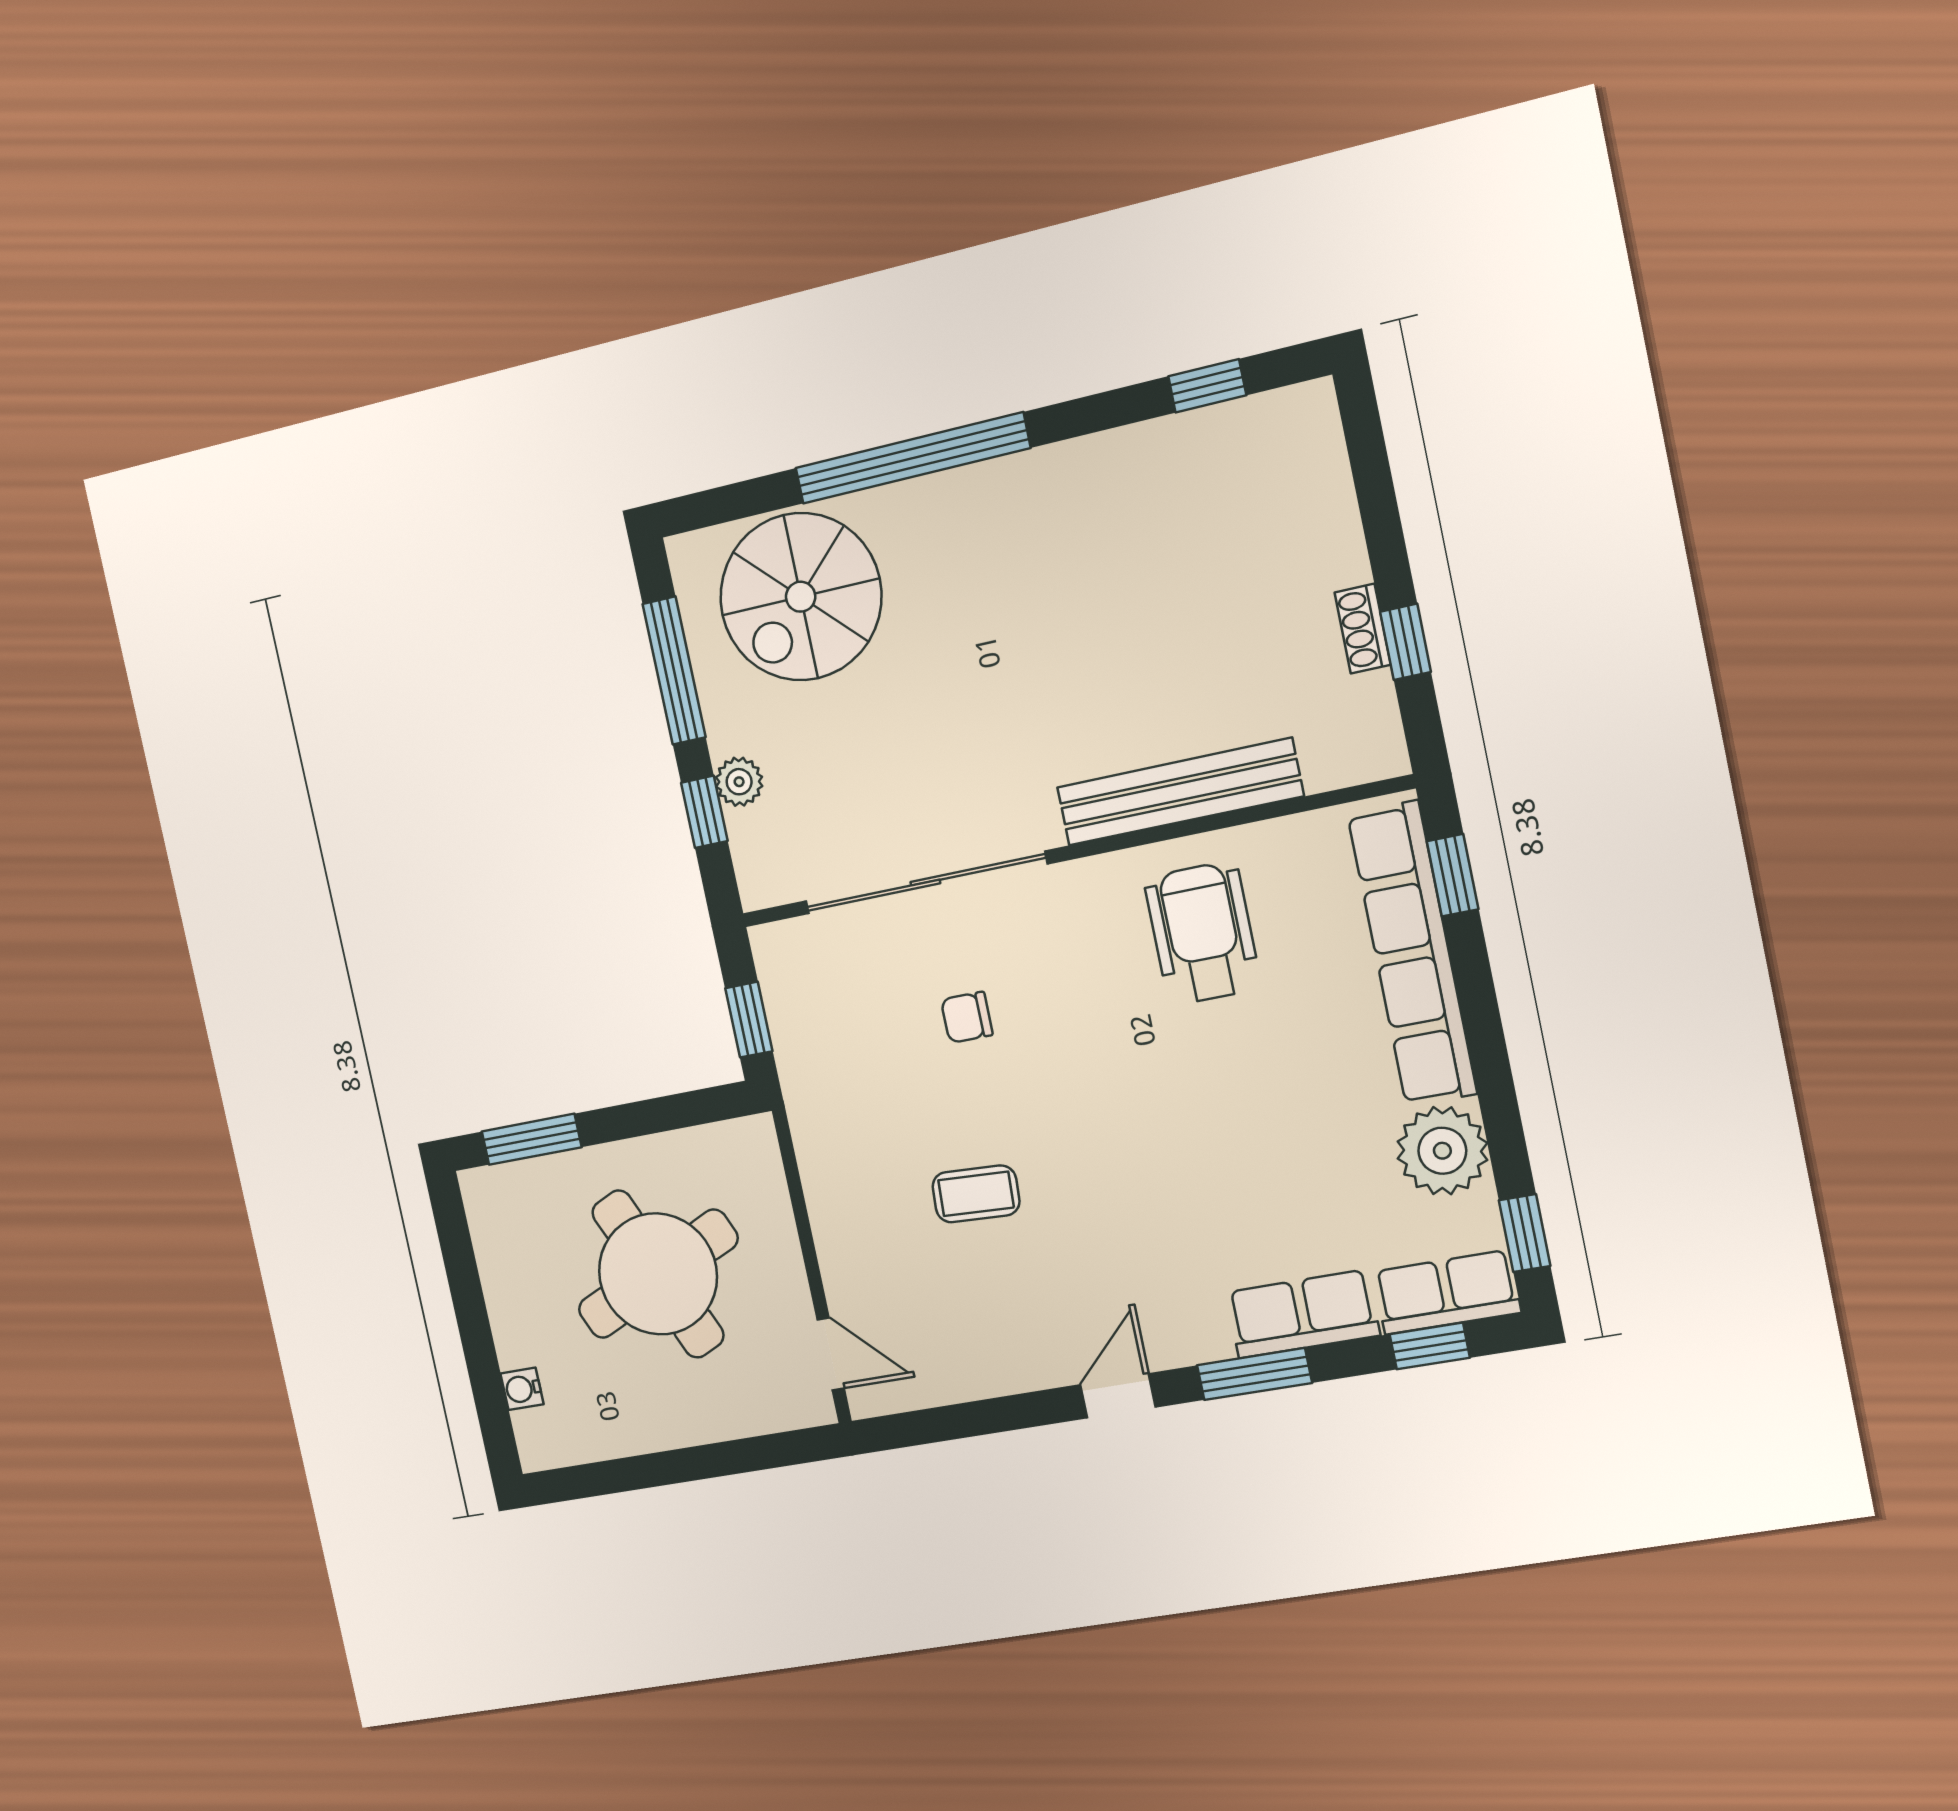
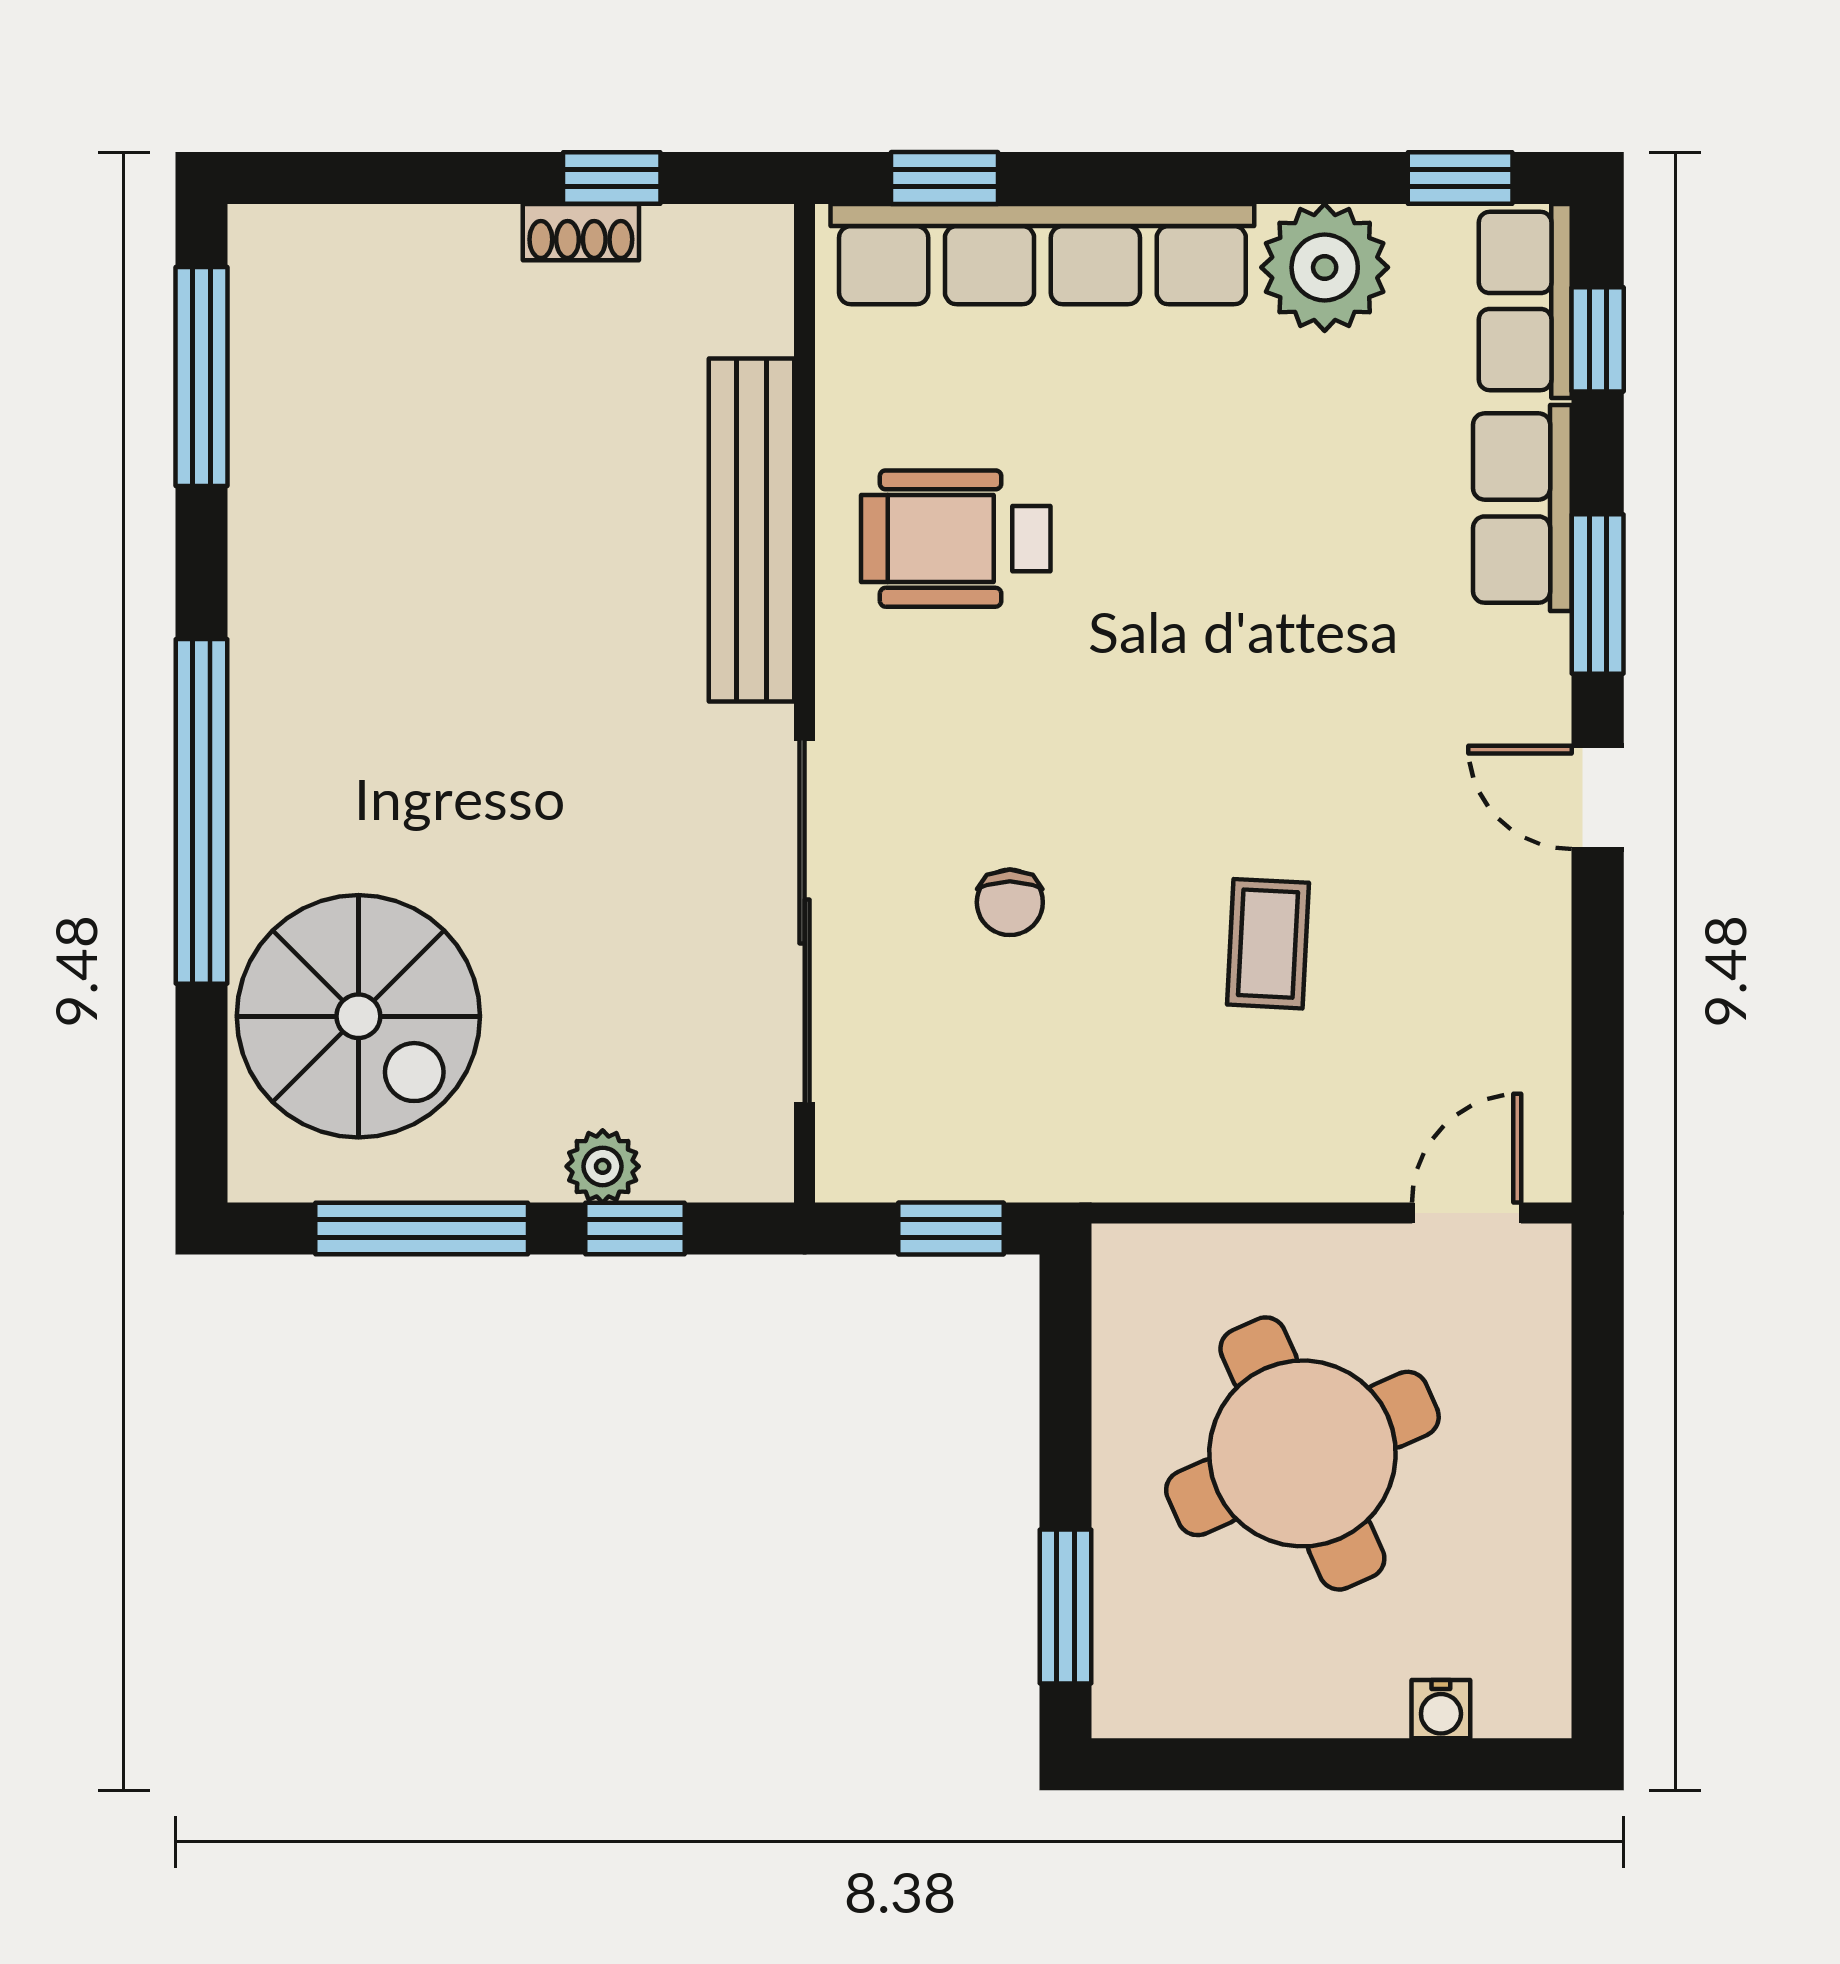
window: (1207, 386) -> (202, 376), width x2.17

